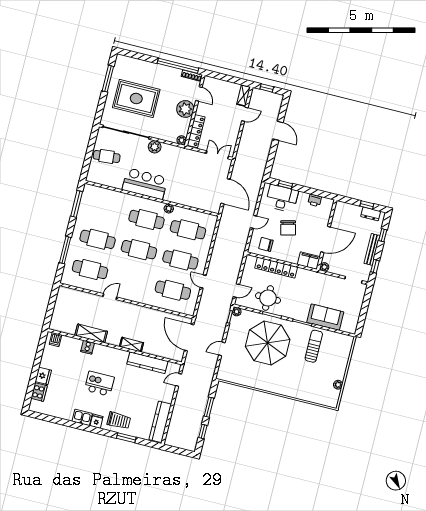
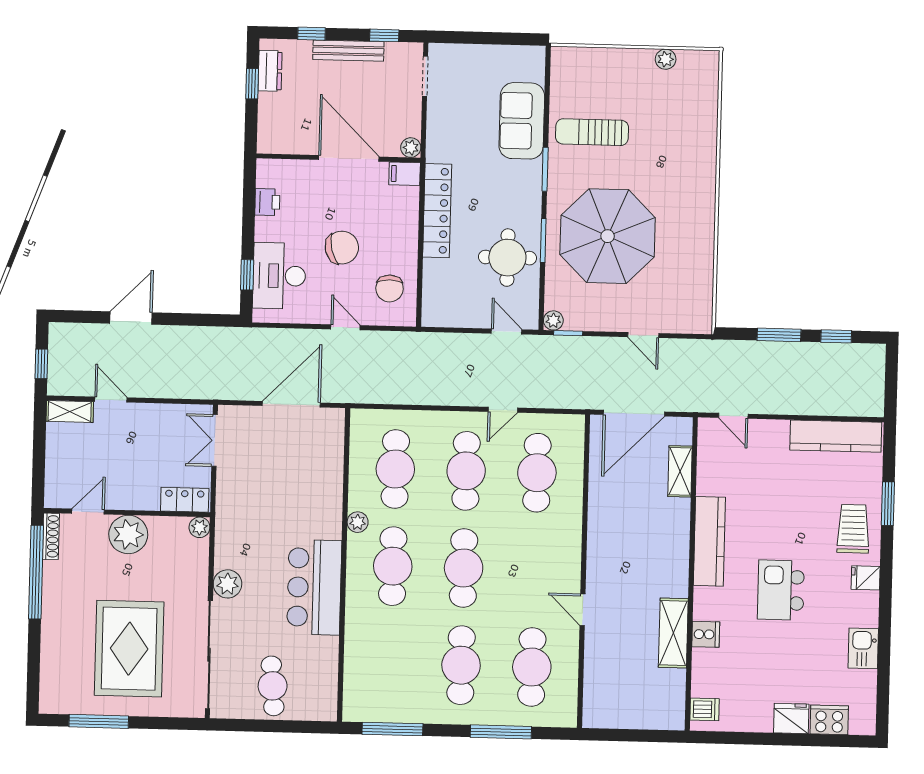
locker: (196, 131) -> (185, 500), width x0.66
filing cabinet: (309, 261) -> (405, 174), width x0.50
locker: (276, 268) -> (437, 211), moved
shelving: (132, 345) -> (680, 471), moved
kitchen counter: (147, 363) -> (709, 541), moved
kitchen sink: (82, 417) -> (863, 648), moved

